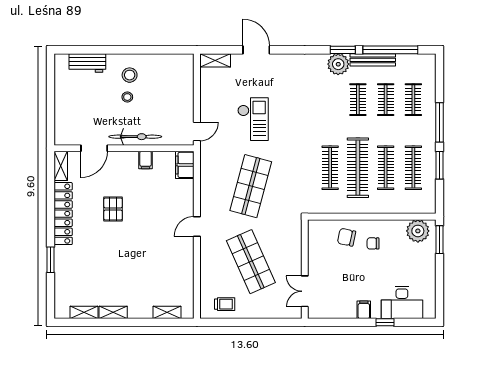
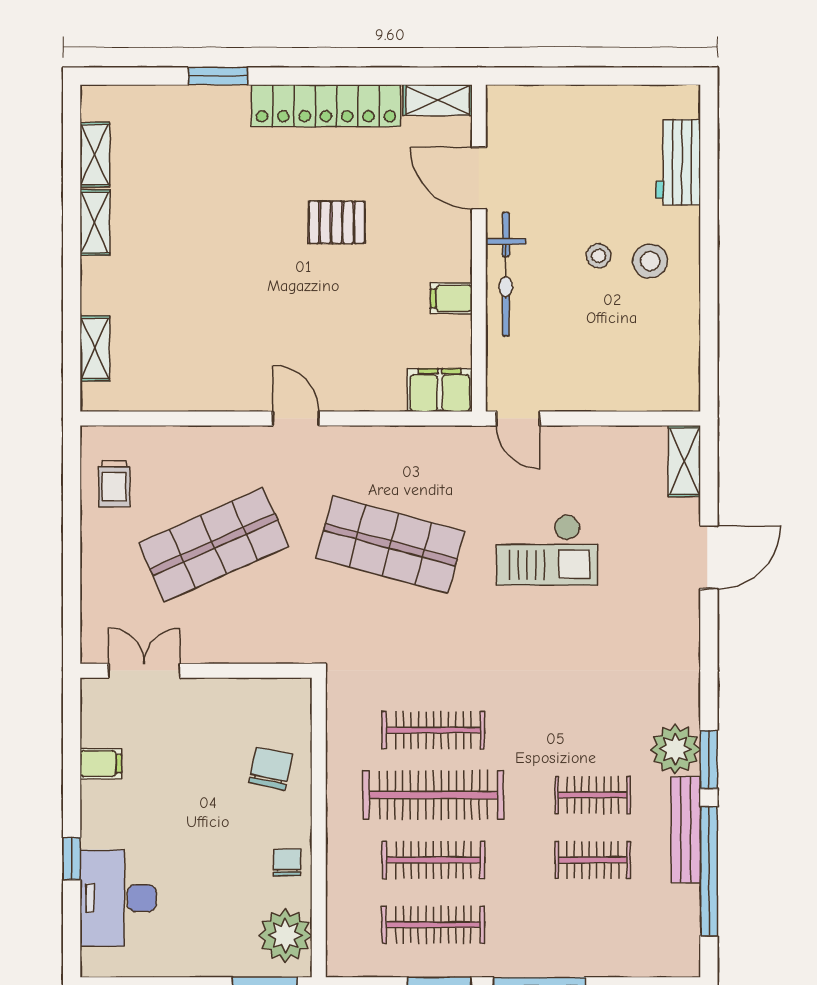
clothes rail: (413, 100) -> (593, 925), removed
chair: (373, 243) -> (287, 863), moved
filing cabinet: (364, 310) -> (101, 764), moved

